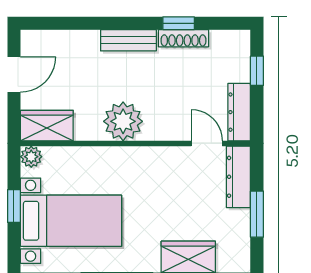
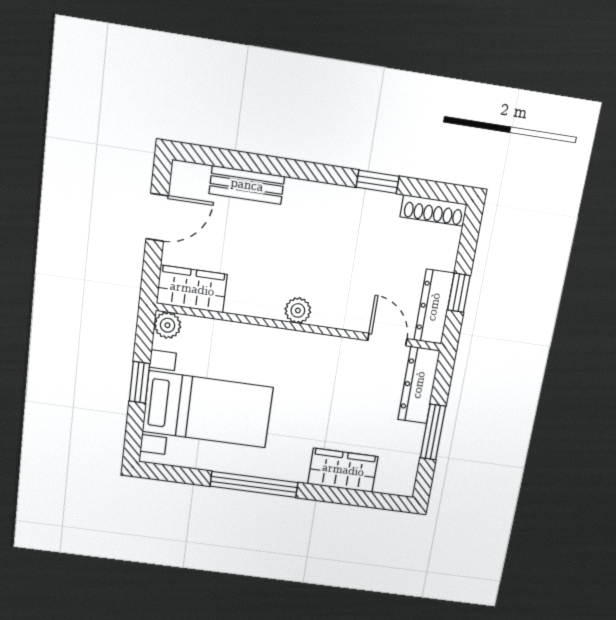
shoe rack: (183, 38) -> (433, 210), moved
bench: (128, 40) -> (247, 185), moved
window: (257, 71) -> (459, 293), moved
plant: (123, 121) -> (298, 310), width x0.53, depth x0.53

